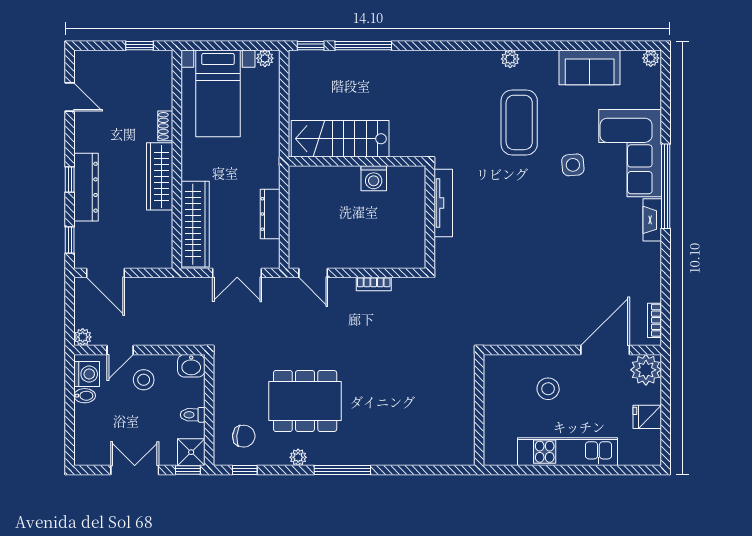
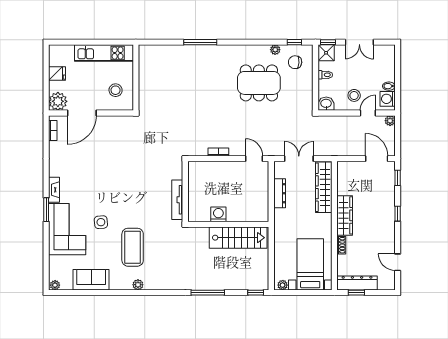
window: (363, 46) -> (208, 293), moved
window: (666, 186) -> (46, 210), width x0.47
dresser: (86, 187) -> (357, 283), moved, turned 90
wall: (479, 410) -> (136, 78), moved
plant: (298, 457) -> (275, 50), moved
window: (342, 470) -> (200, 42), moved

